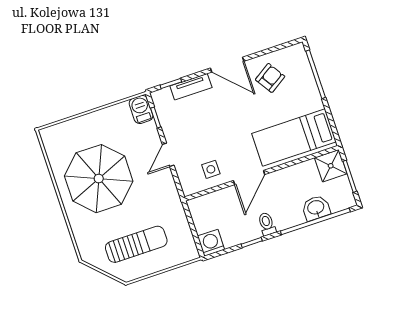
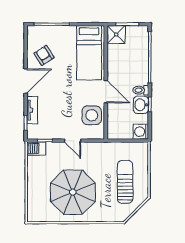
side table: (211, 169) -> (92, 115), width x1.87, depth x1.87
washbasin: (316, 208) -> (141, 105), moved

